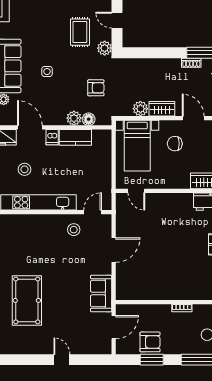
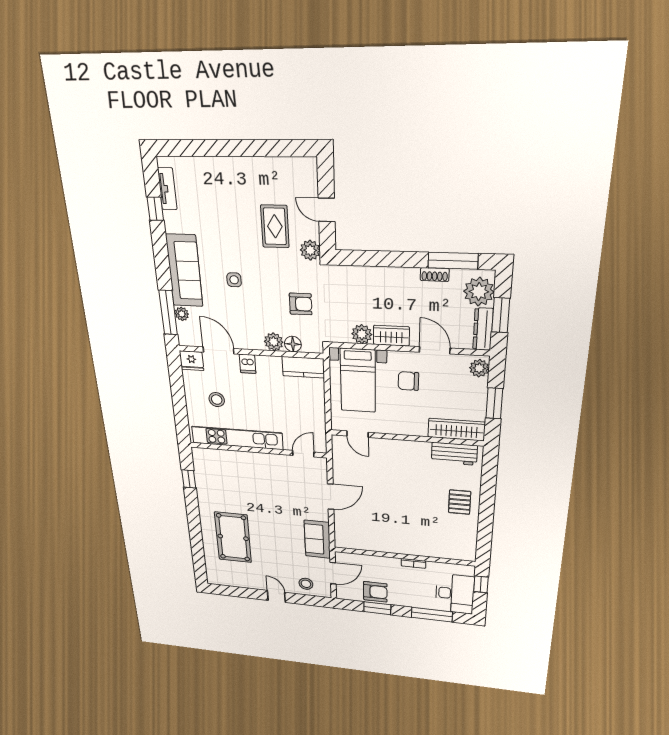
kitchen counter: (75, 137) -> (303, 367), moved
stool: (74, 230) -> (306, 584), moved

